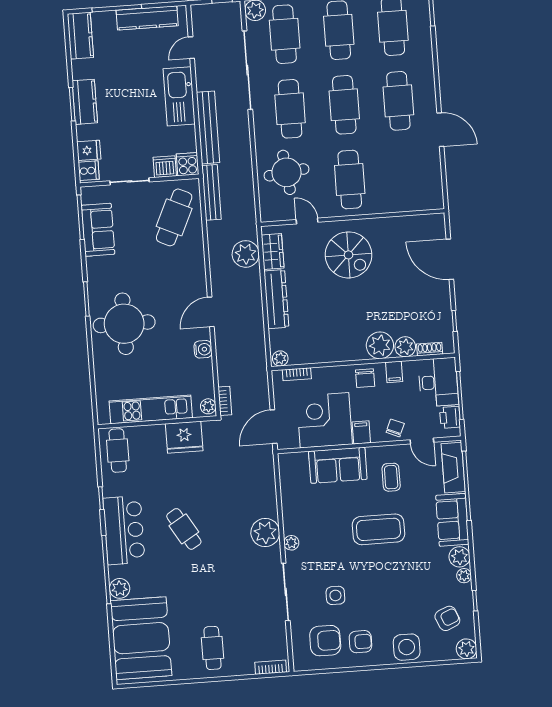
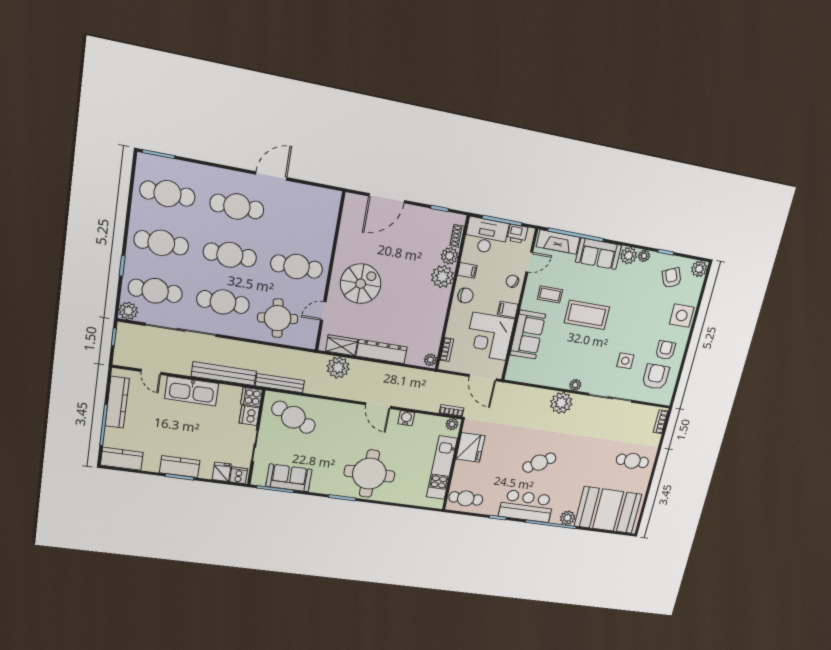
coffee table: (378, 529) -> (587, 315), turned 90

